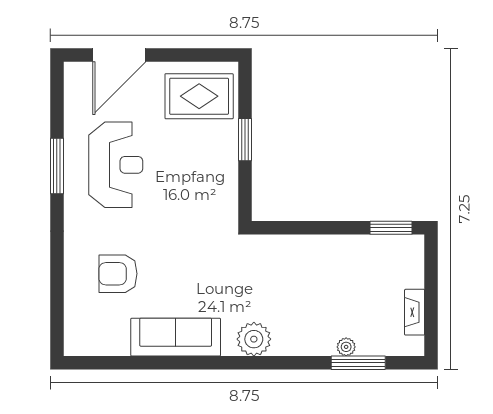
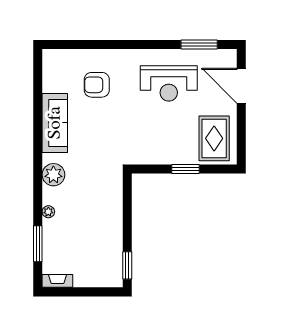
window: (57, 166) -> (199, 44), moved
armchair: (118, 274) -> (97, 85), turned -90
fireplace: (415, 312) -> (57, 281), moved
plant: (346, 347) -> (48, 212), moved

